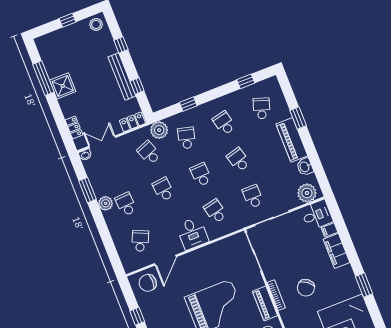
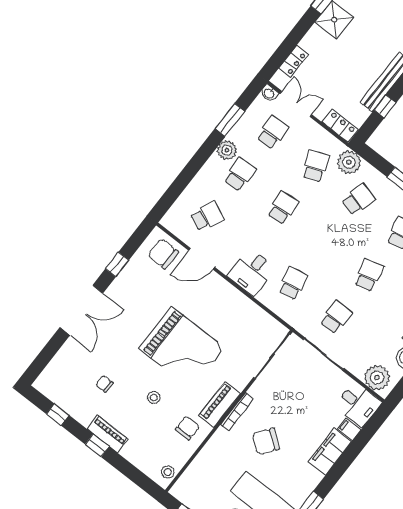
school desk: (201, 175) -> (273, 132), moved

